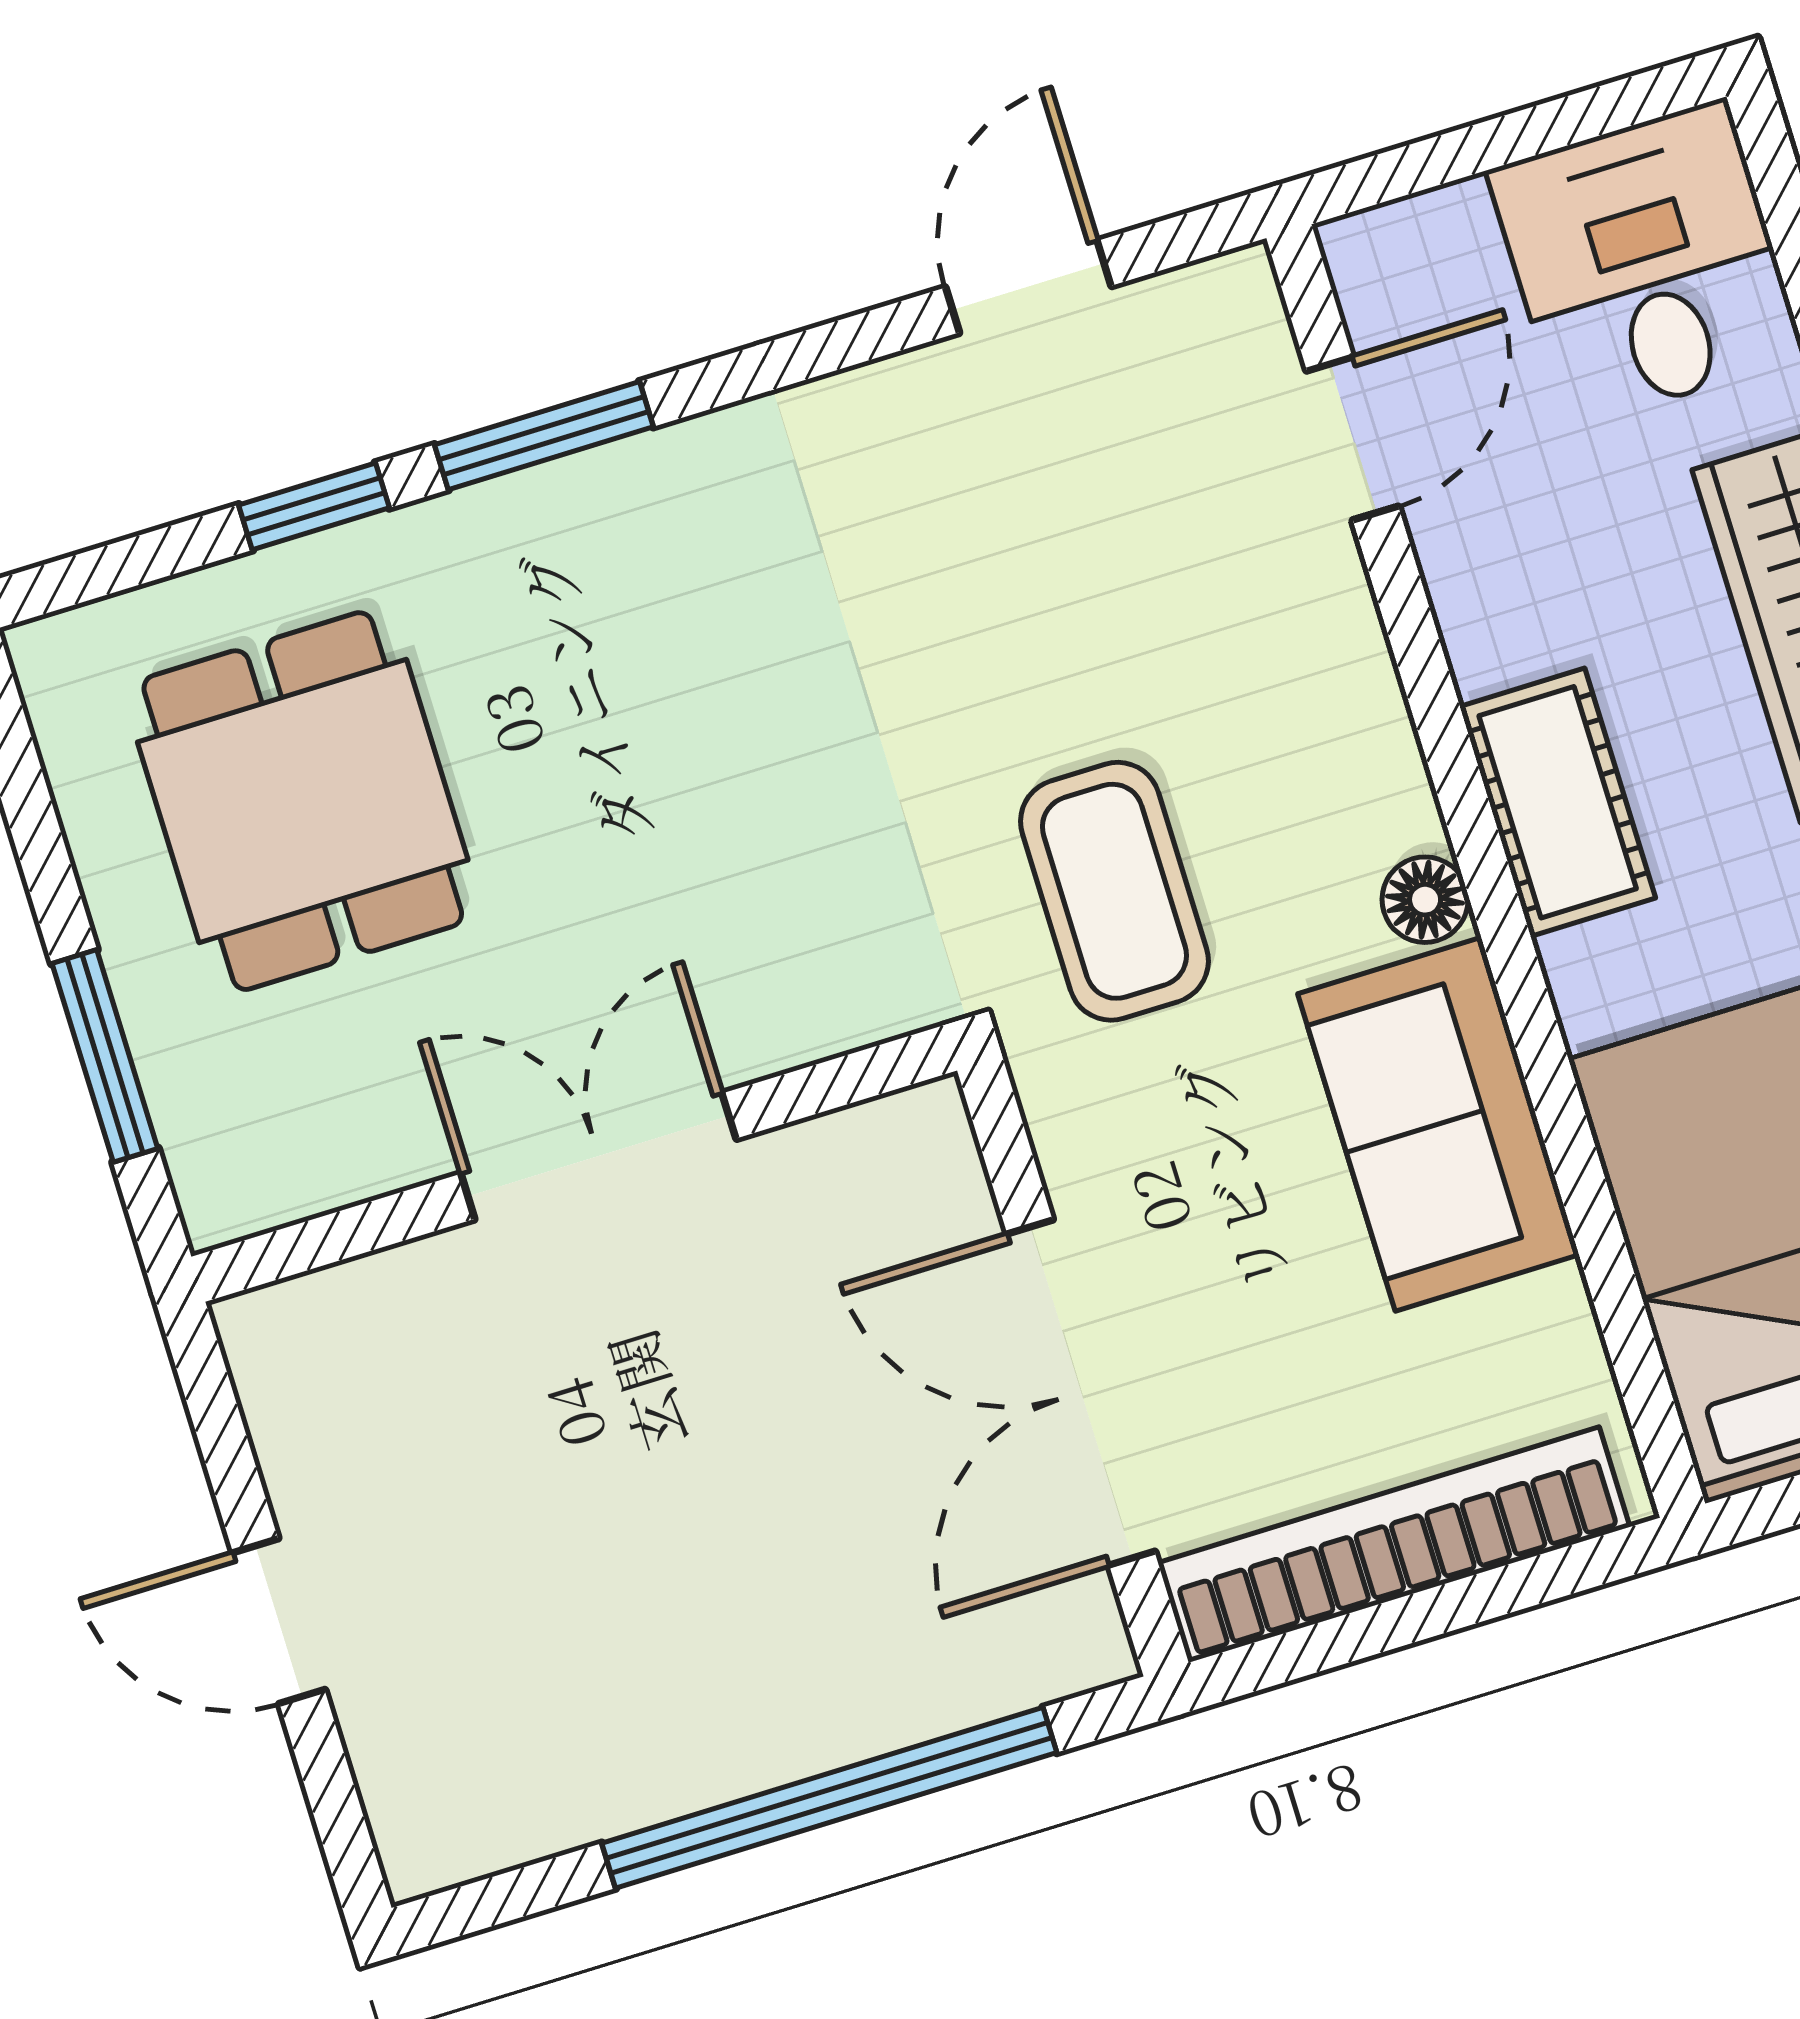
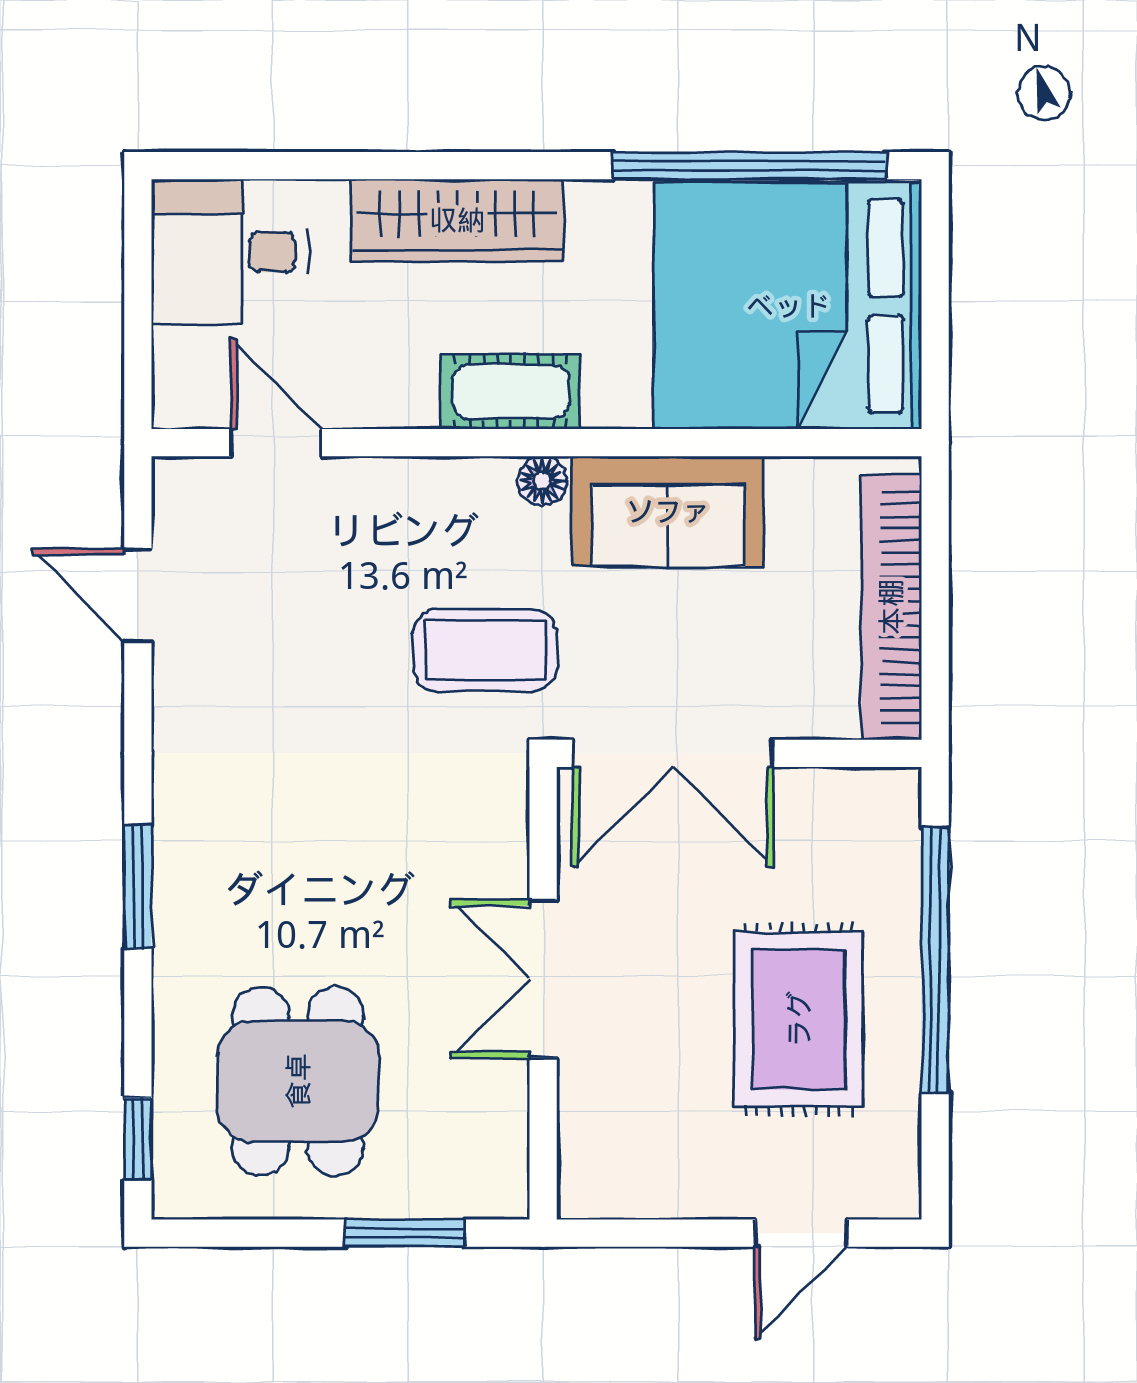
window: (314, 506) -> (138, 1139), moved
dining table: (303, 801) -> (298, 1081), turned 90
double door: (1081, 1393) -> (673, 753), moved
rug: (662, 1601) -> (799, 1019), added
door: (279, 1621) -> (801, 1233), moved

